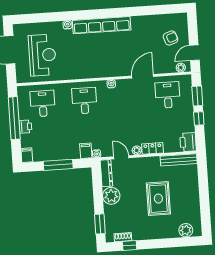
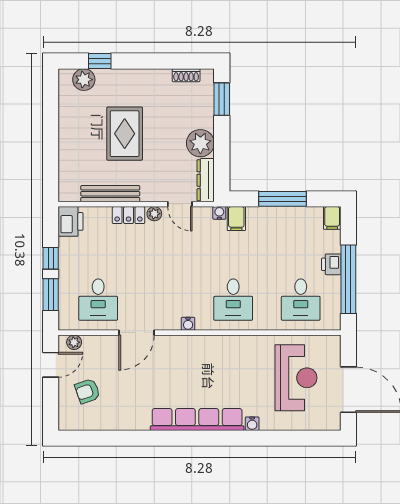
reception desk: (42, 55) -> (296, 378), turned 180
bench: (179, 160) -> (110, 194), moved
window: (130, 246) -> (100, 61), moved

